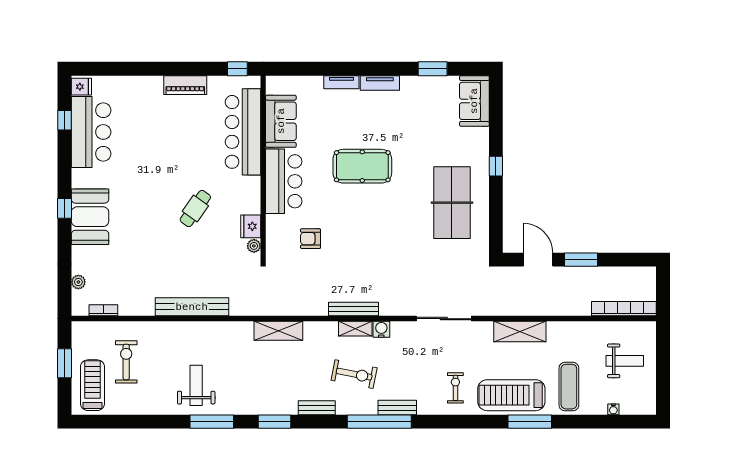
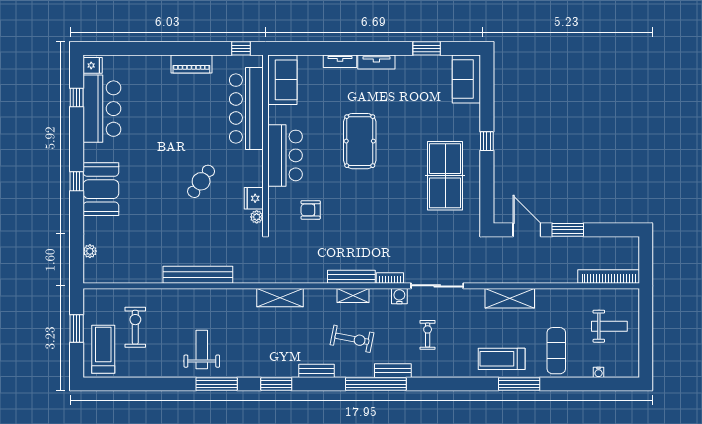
sofa: (281, 121) -> (282, 80), moved
pool table: (362, 166) -> (360, 141), turned 90
bookcase: (103, 310) -> (390, 278), moved
water cooler: (381, 329) -> (399, 296), moved
exercise bike: (455, 388) -> (428, 335), moved
treadmill: (511, 395) -> (502, 359), width x0.73, depth x0.73

